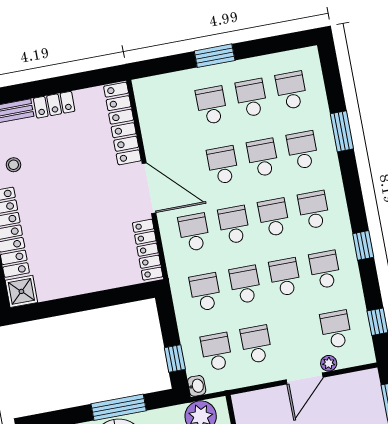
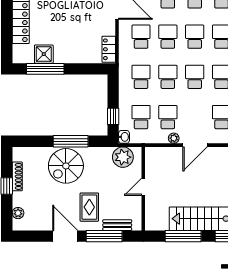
locker: (148, 250) -> (109, 49), width x0.66
shower: (21, 291) -> (44, 54), moved
window: (61, 307) -> (45, 69), added
plant: (329, 363) -> (174, 138), moved

